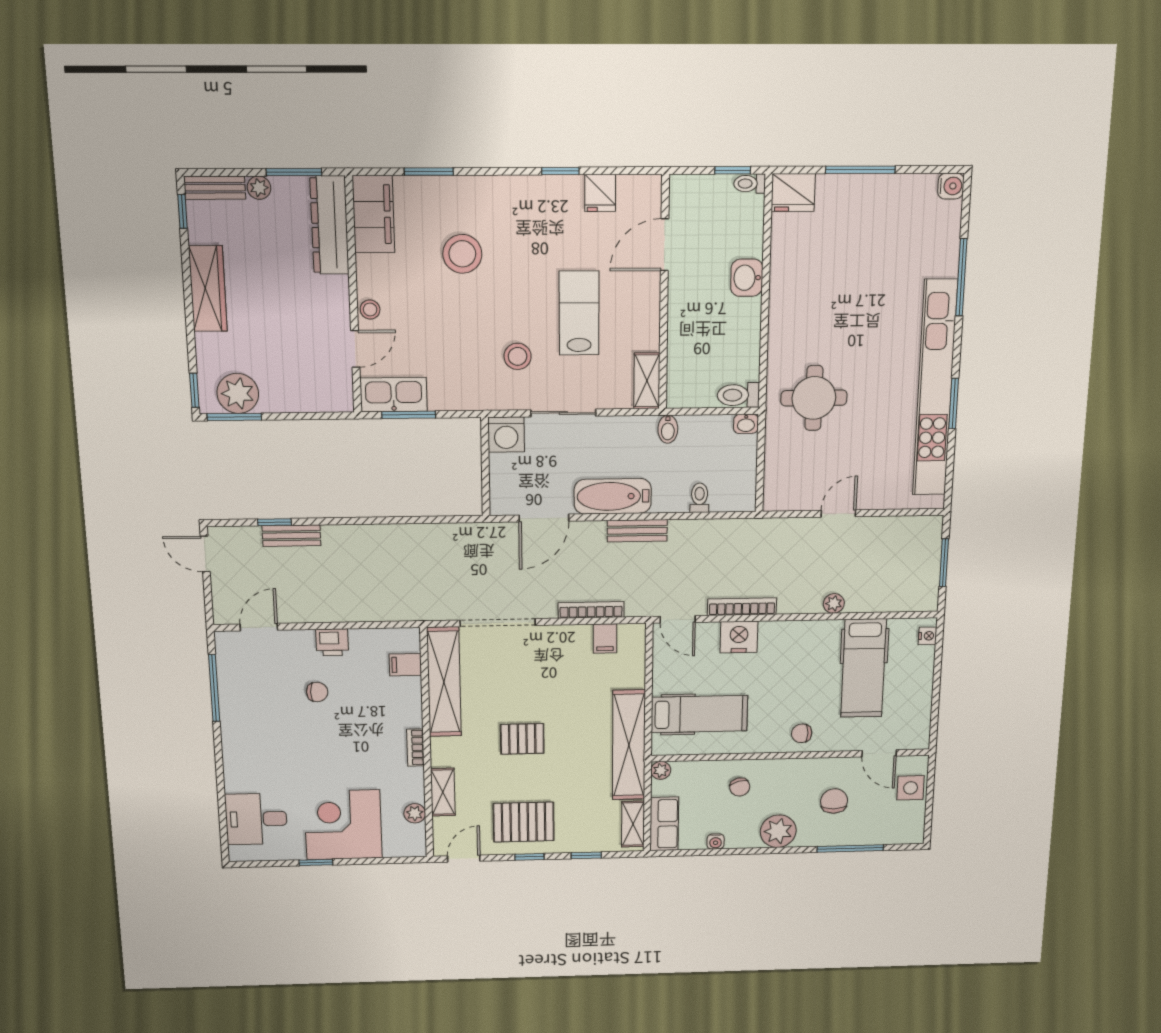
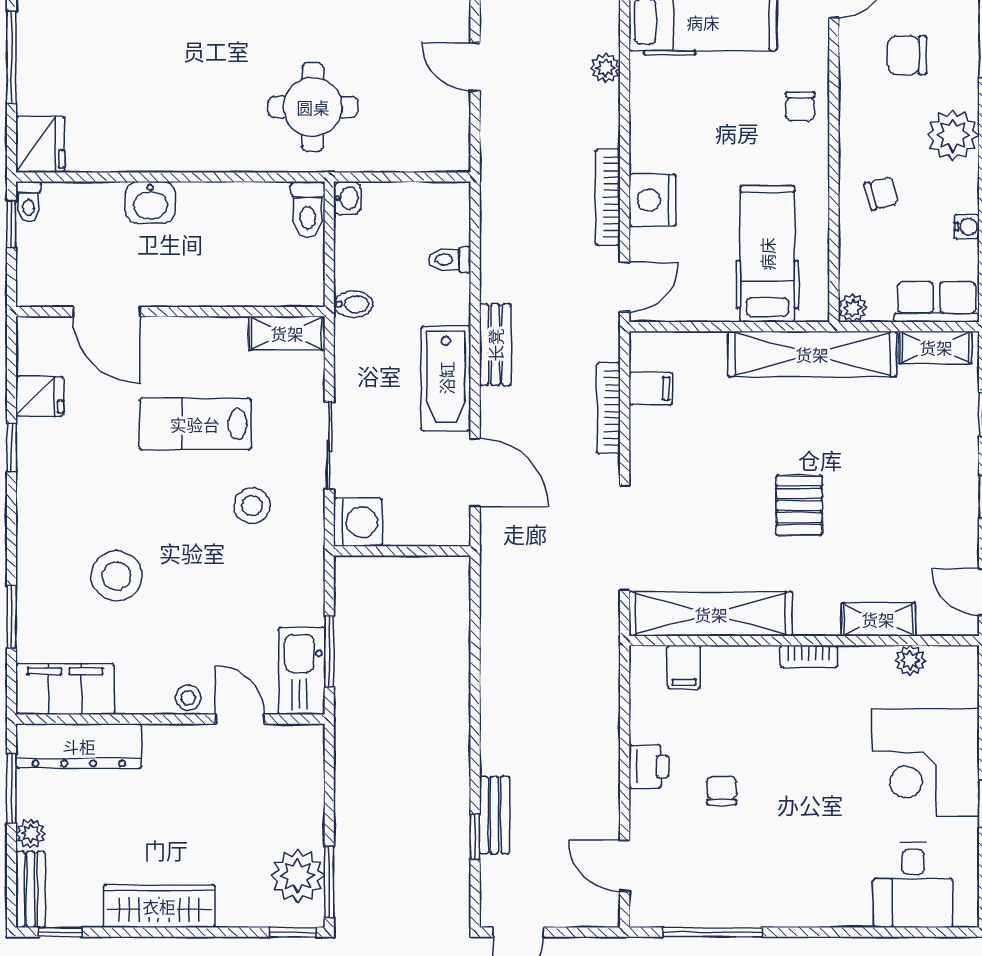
pallet: (524, 822) -> (928, 505), removed

